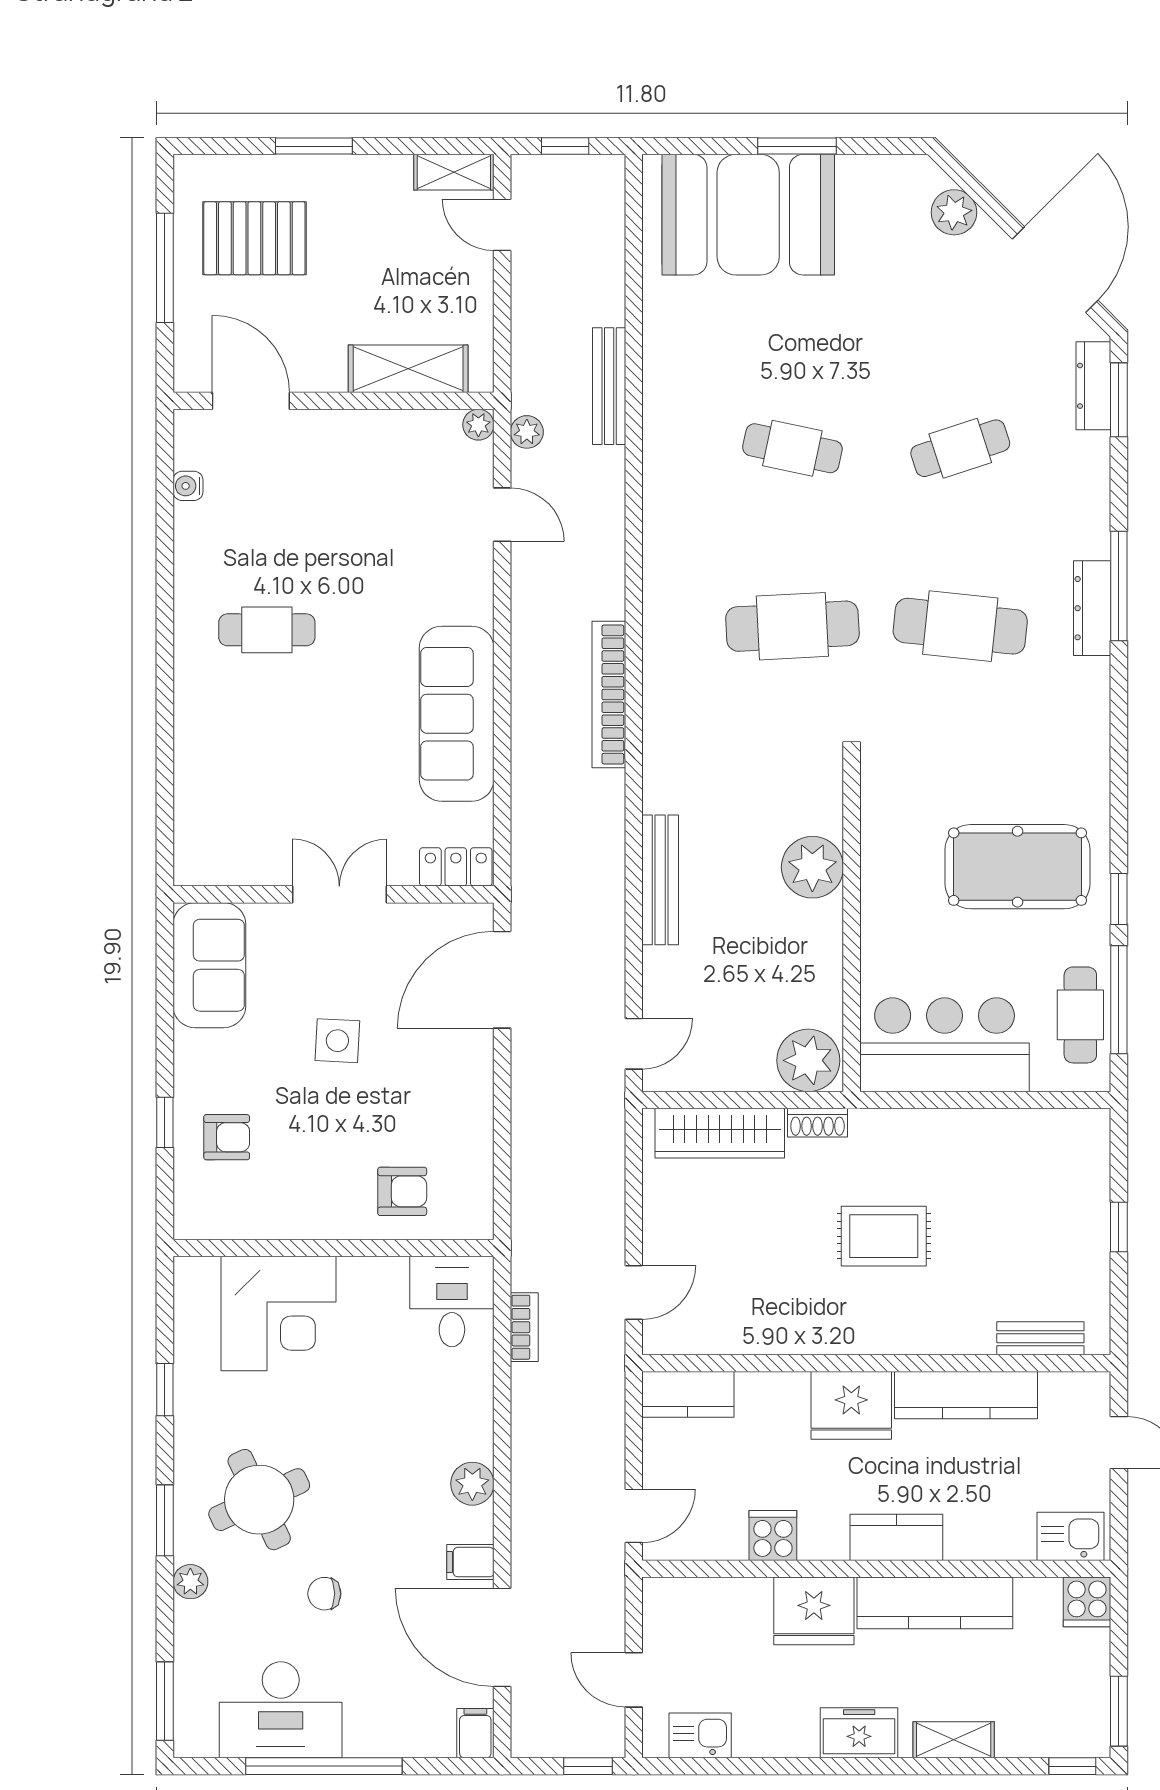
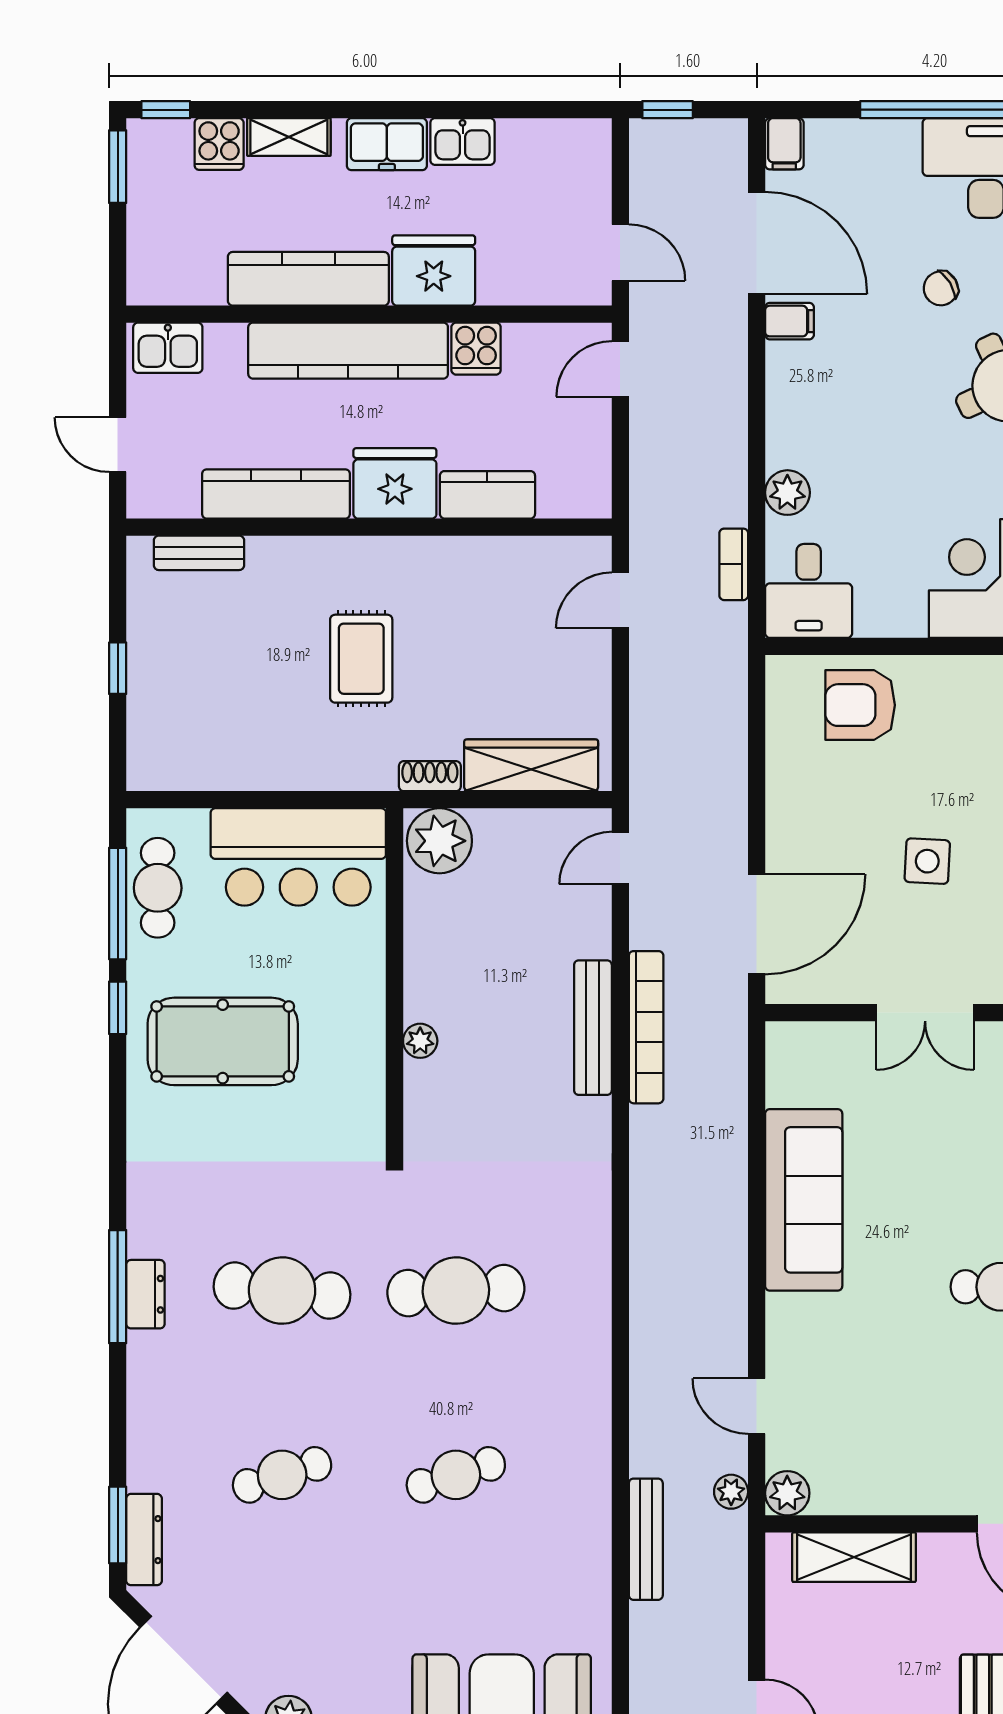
plant: (478, 425) -> (787, 1493), width x1.38, depth x1.38
cafe table: (792, 448) -> (456, 1475), turned -30
window: (1119, 586) -> (118, 1287), moved
dresser: (1092, 608) -> (145, 1294), width x0.70
bookcase: (609, 695) -> (646, 1027), moved
locker: (456, 867) -> (805, 1041), removed
plant: (812, 867) -> (420, 1041), width x0.53, depth x0.53
armchair: (402, 1191) -> (860, 705), width x1.38, depth x1.38
rug: (884, 1236) -> (361, 659), turned 90
kitchen counter: (688, 1394) -> (487, 495), moved
plant: (472, 1484) -> (787, 493), moved
kitchen counter: (896, 1537) -> (348, 351), width x2.08, depth x1.17
chair: (324, 1594) -> (941, 288), turned 149
cooker: (1087, 1602) -> (219, 144), moved, turned 180
door: (634, 1680) -> (620, 253), moved
kitchen sink: (700, 1735) -> (463, 142), moved

